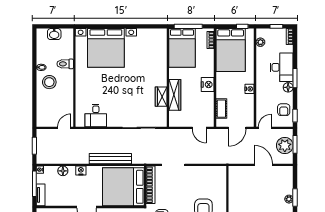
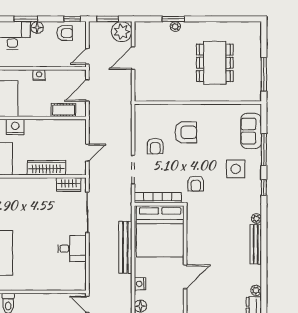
nightstand: (208, 84) -> (15, 127), moved
wardrobe: (161, 97) -> (69, 185), moved
desk: (96, 115) -> (72, 249), moved
door: (199, 128) -> (87, 153), moved
door: (237, 128) -> (87, 91), swing flipped
door: (265, 128) -> (87, 56), hinge flipped
plant: (285, 145) -> (122, 32), moved
armchair: (192, 183) -> (155, 146), added

